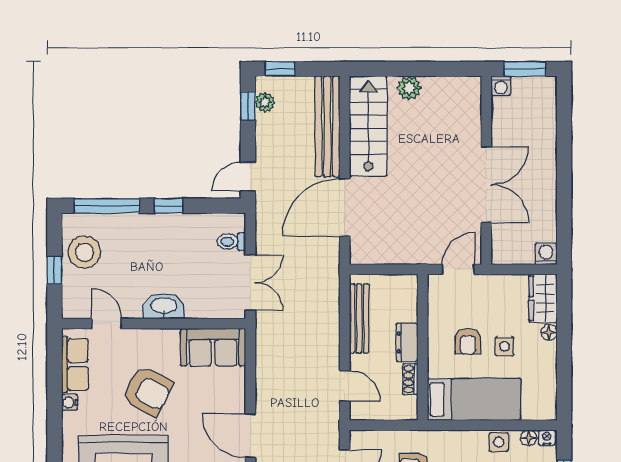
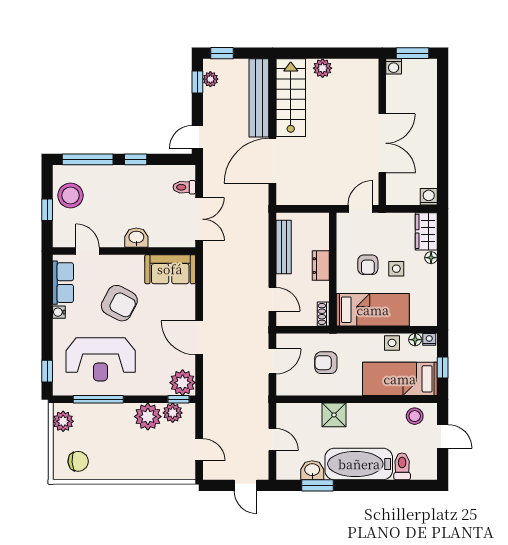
washbasin: (164, 306) -> (136, 238), width x0.72
shoe rack: (410, 379) -> (323, 314), moved

